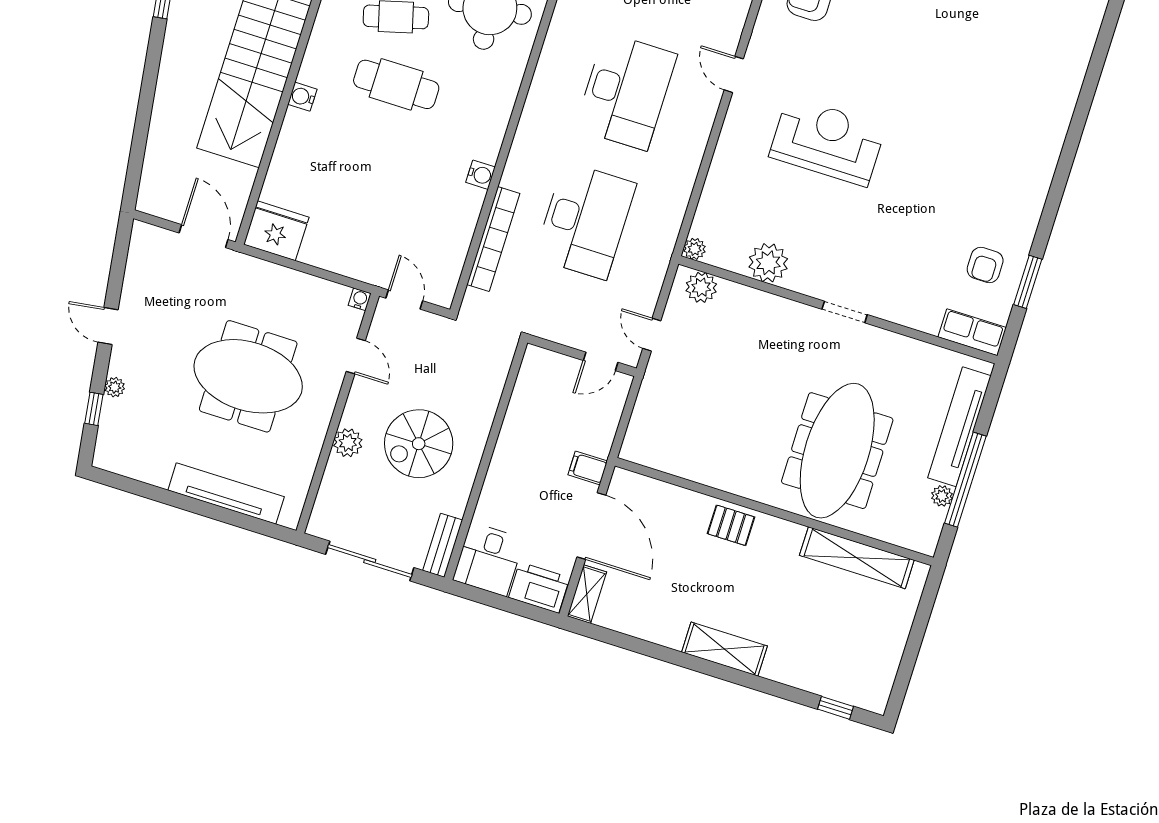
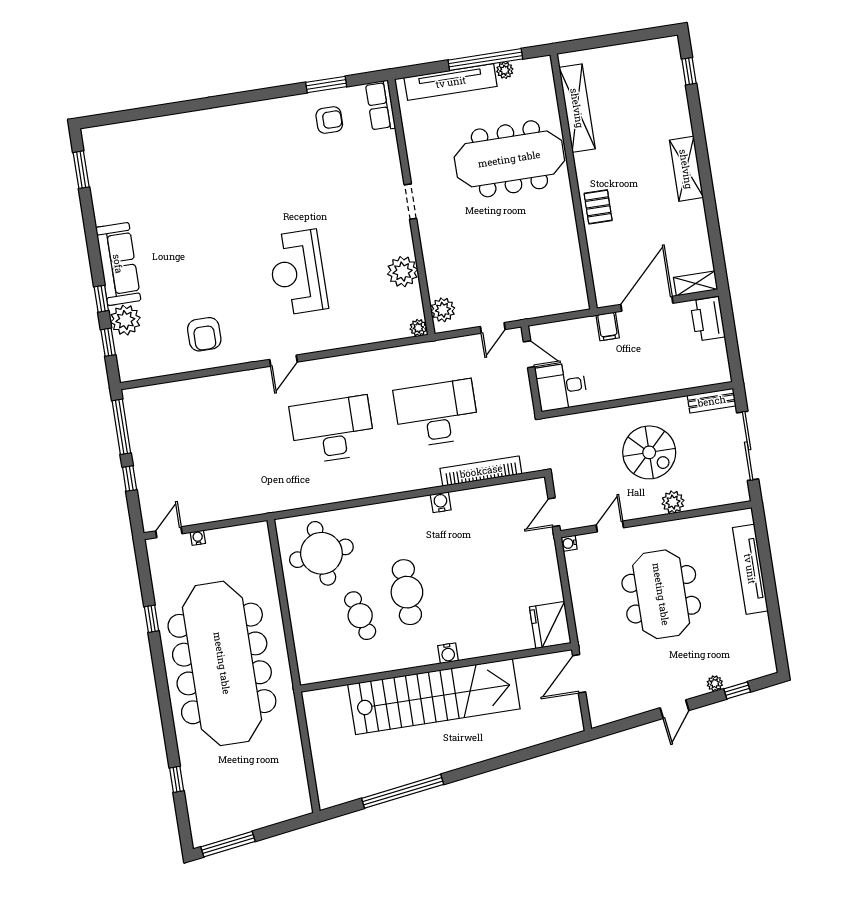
desk: (488, 559) -> (561, 386), moved, turned 180

